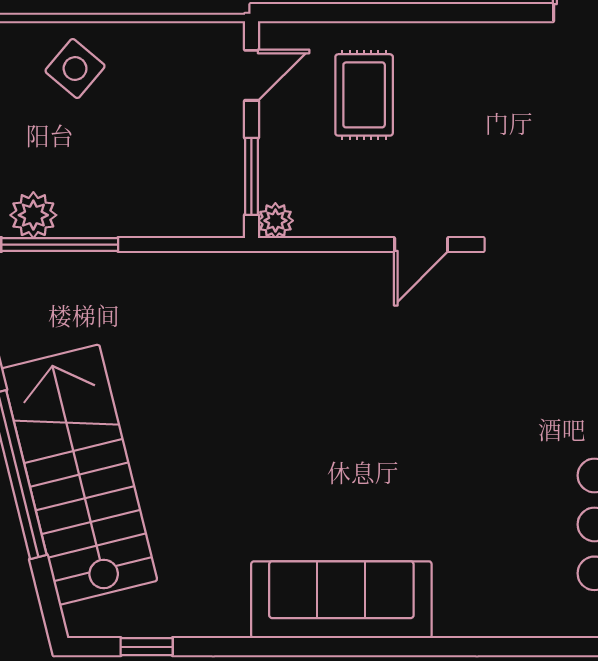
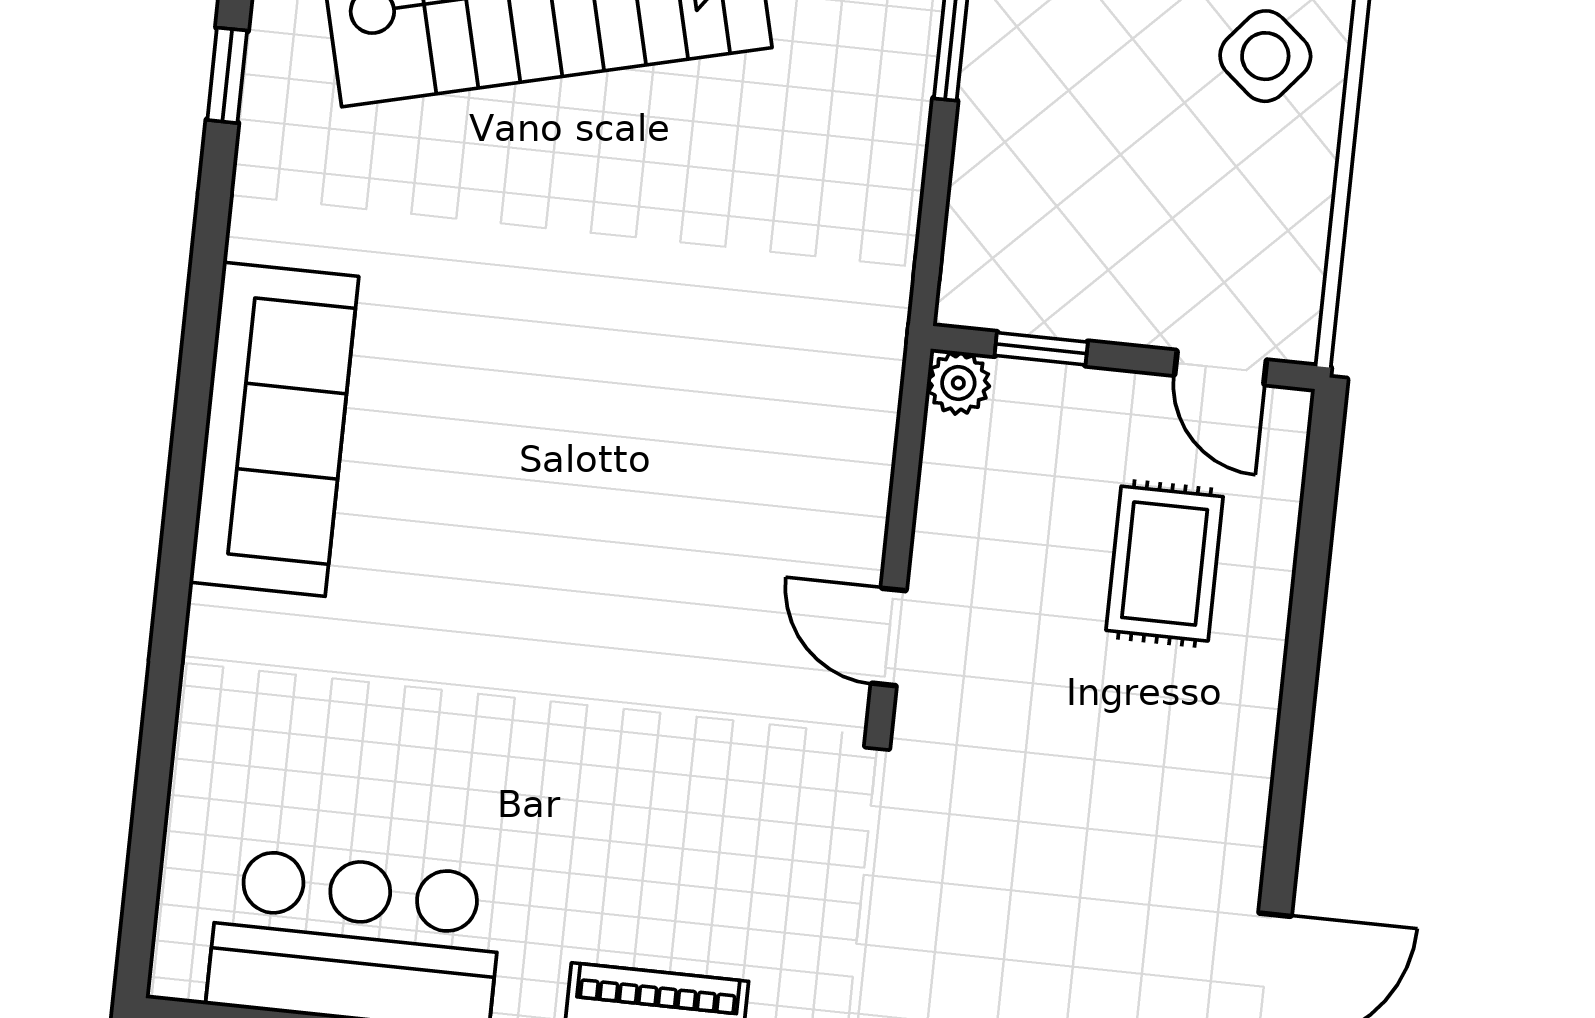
rug: (364, 95) -> (1165, 564), turned 90
window: (251, 176) -> (1041, 349), width x0.67

